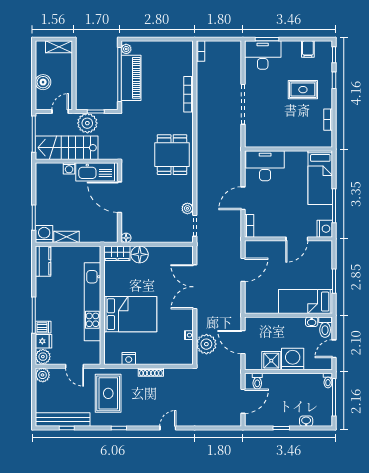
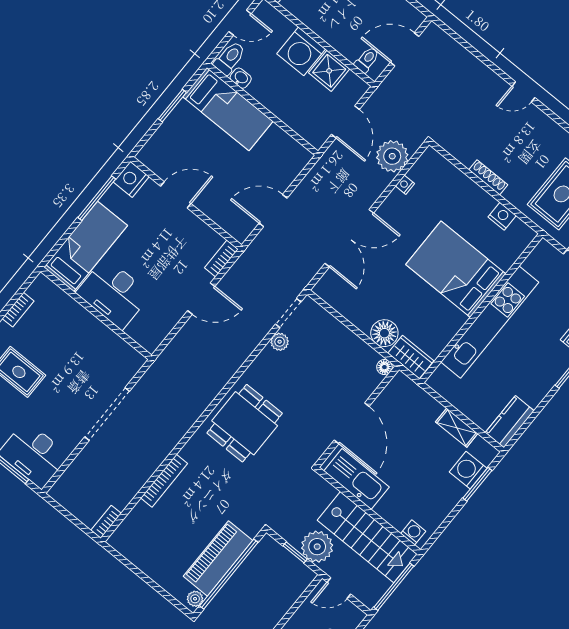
desk: (265, 166) -> (113, 293), moved
washing machine: (69, 168) -> (413, 532), moved
washing machine: (44, 234) -> (468, 470), moved, turned 90

